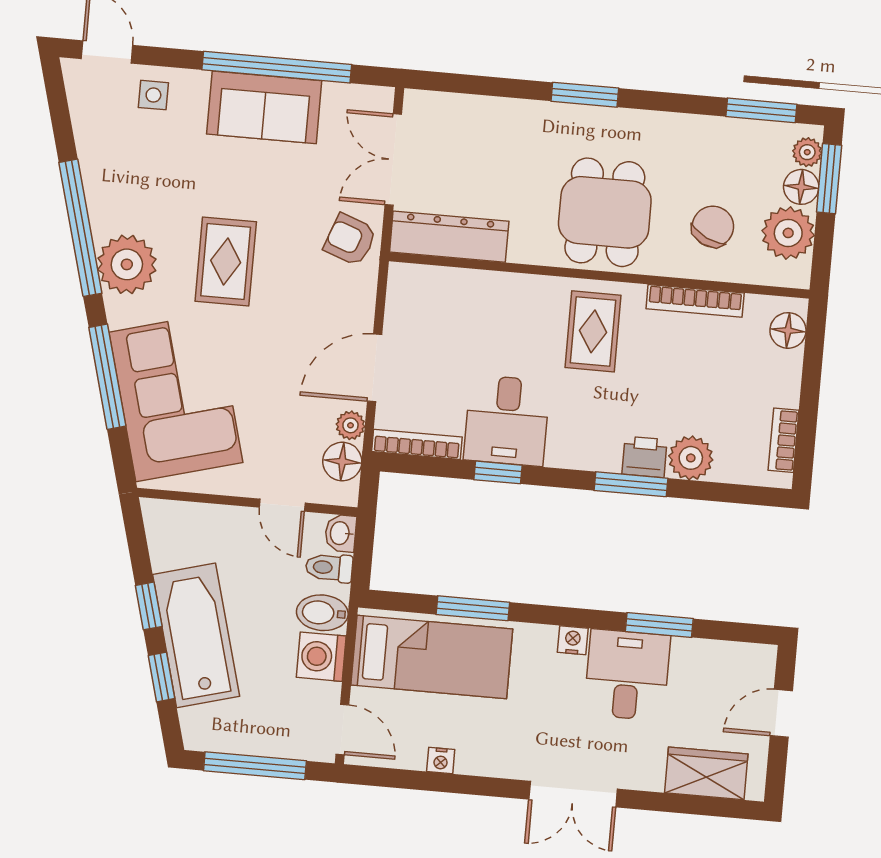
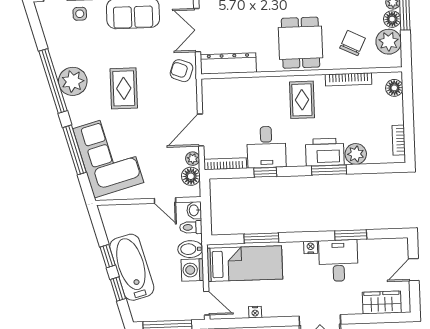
plant: (127, 264) -> (73, 81), moved
printer: (644, 457) -> (325, 152), width x1.87, depth x1.48

